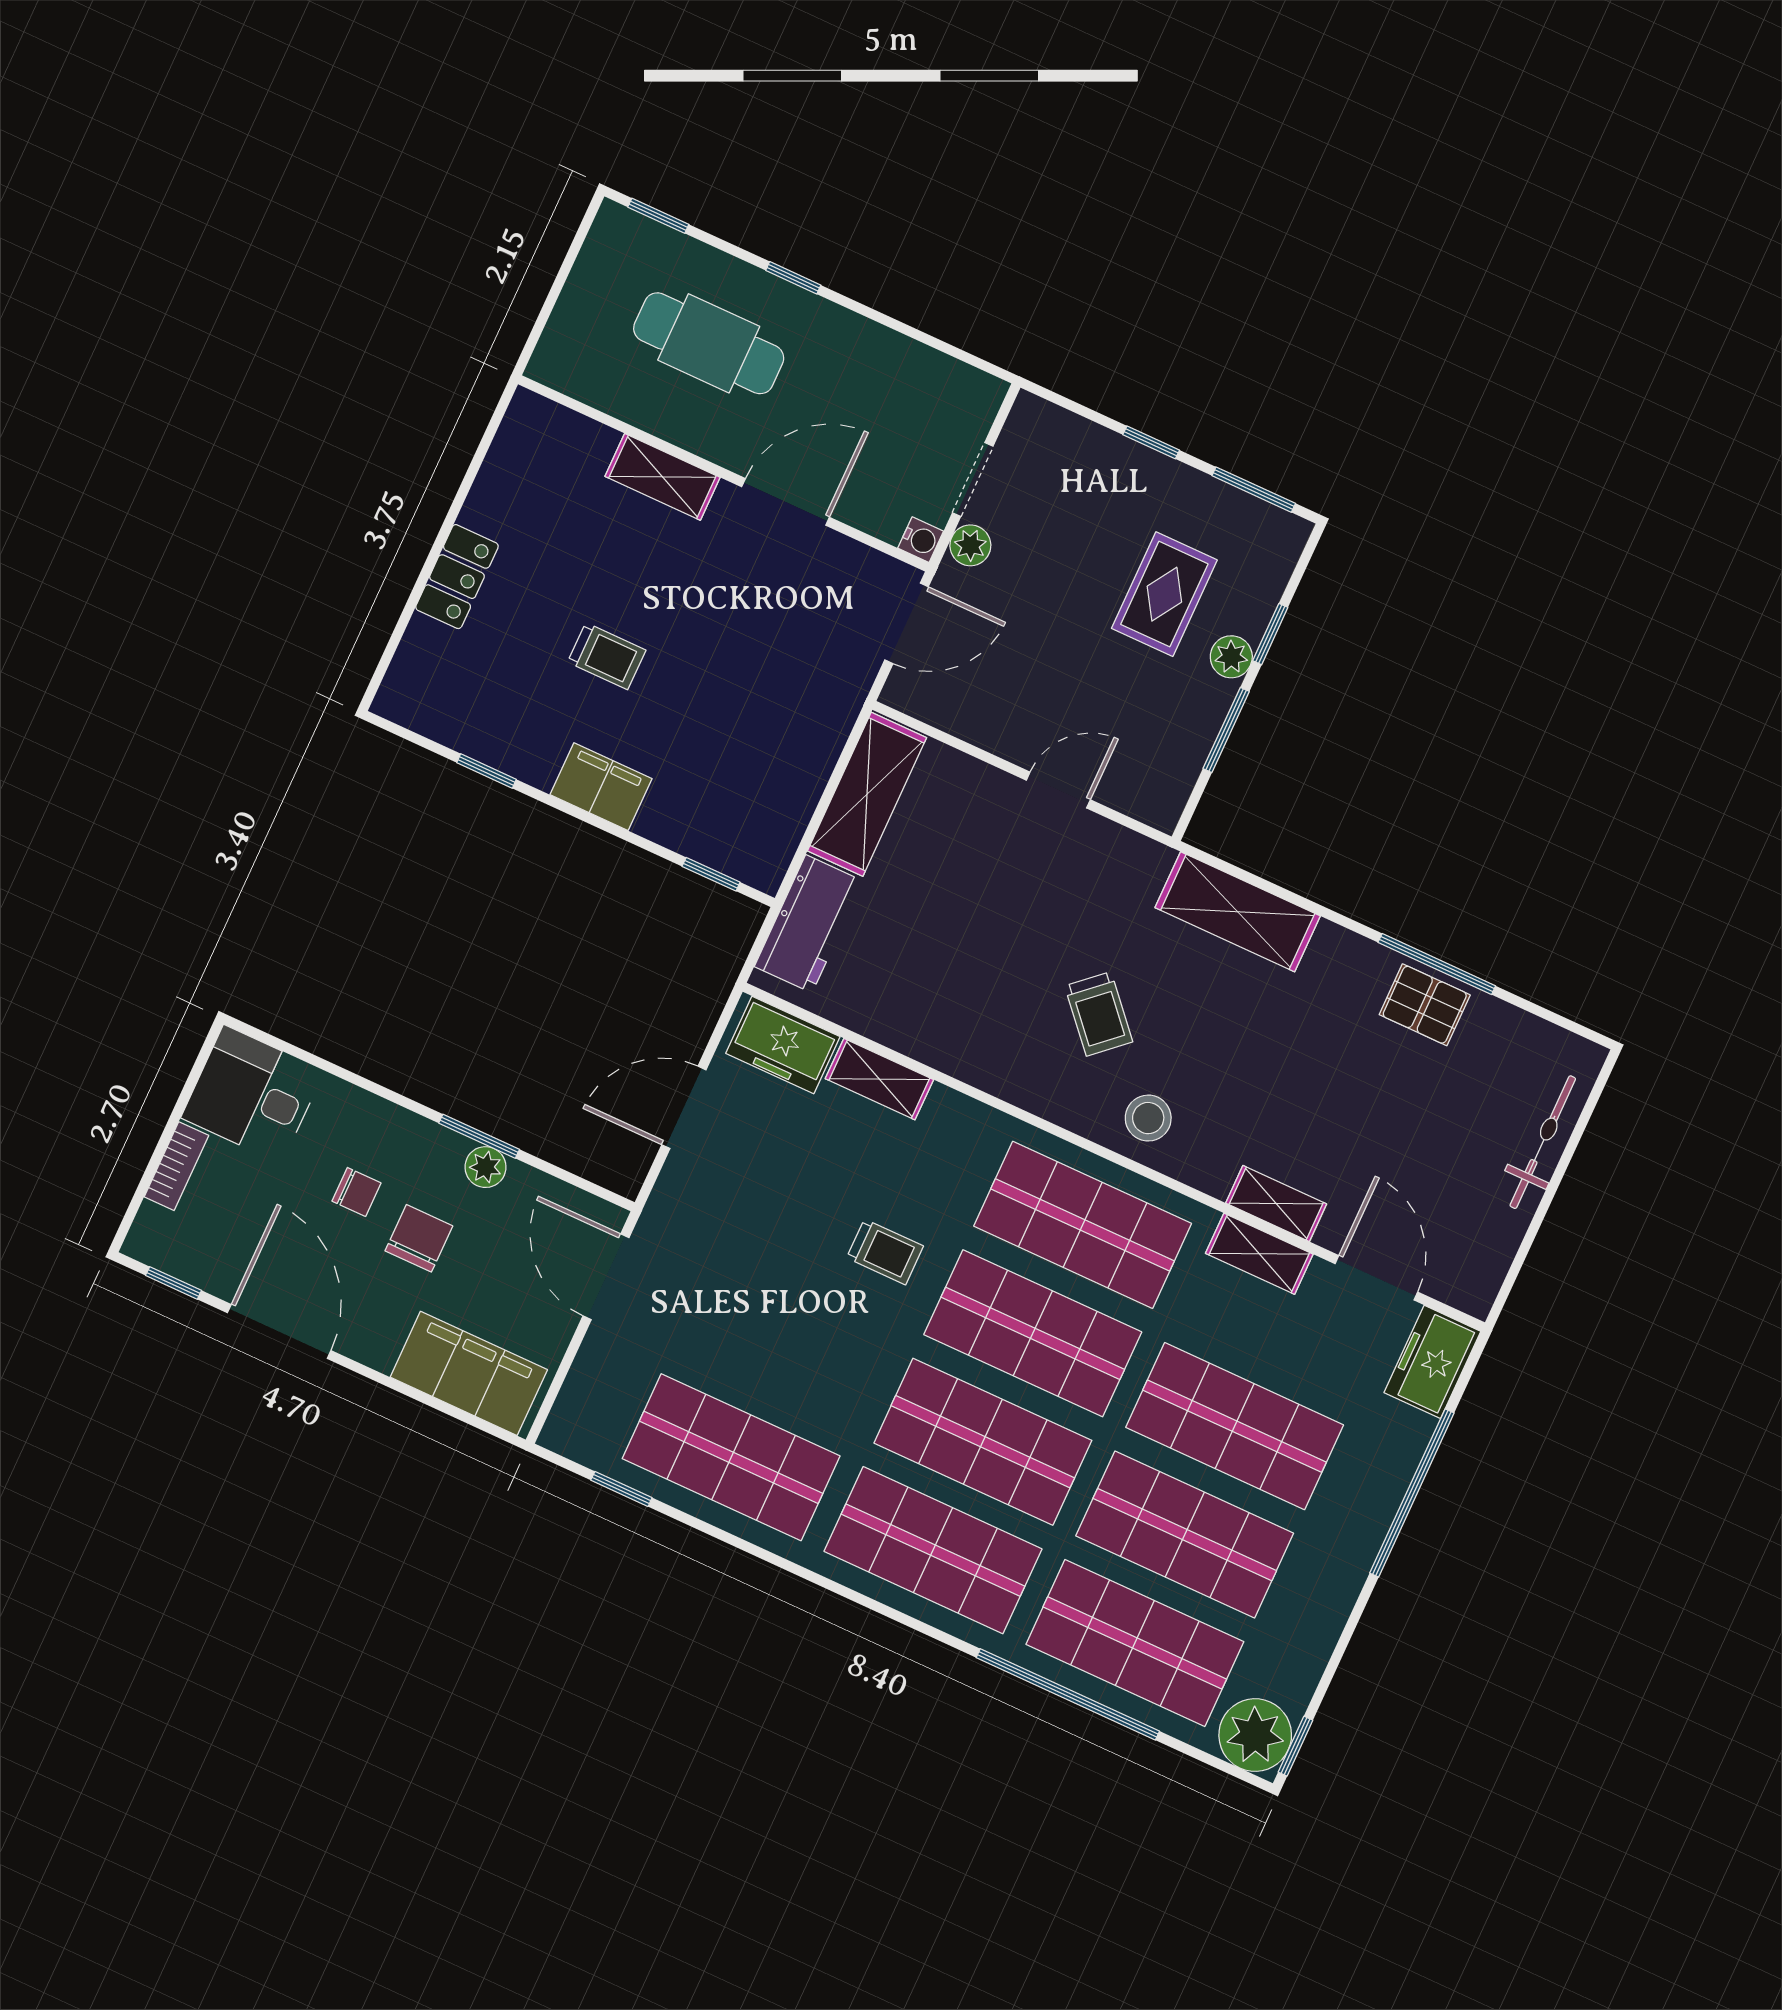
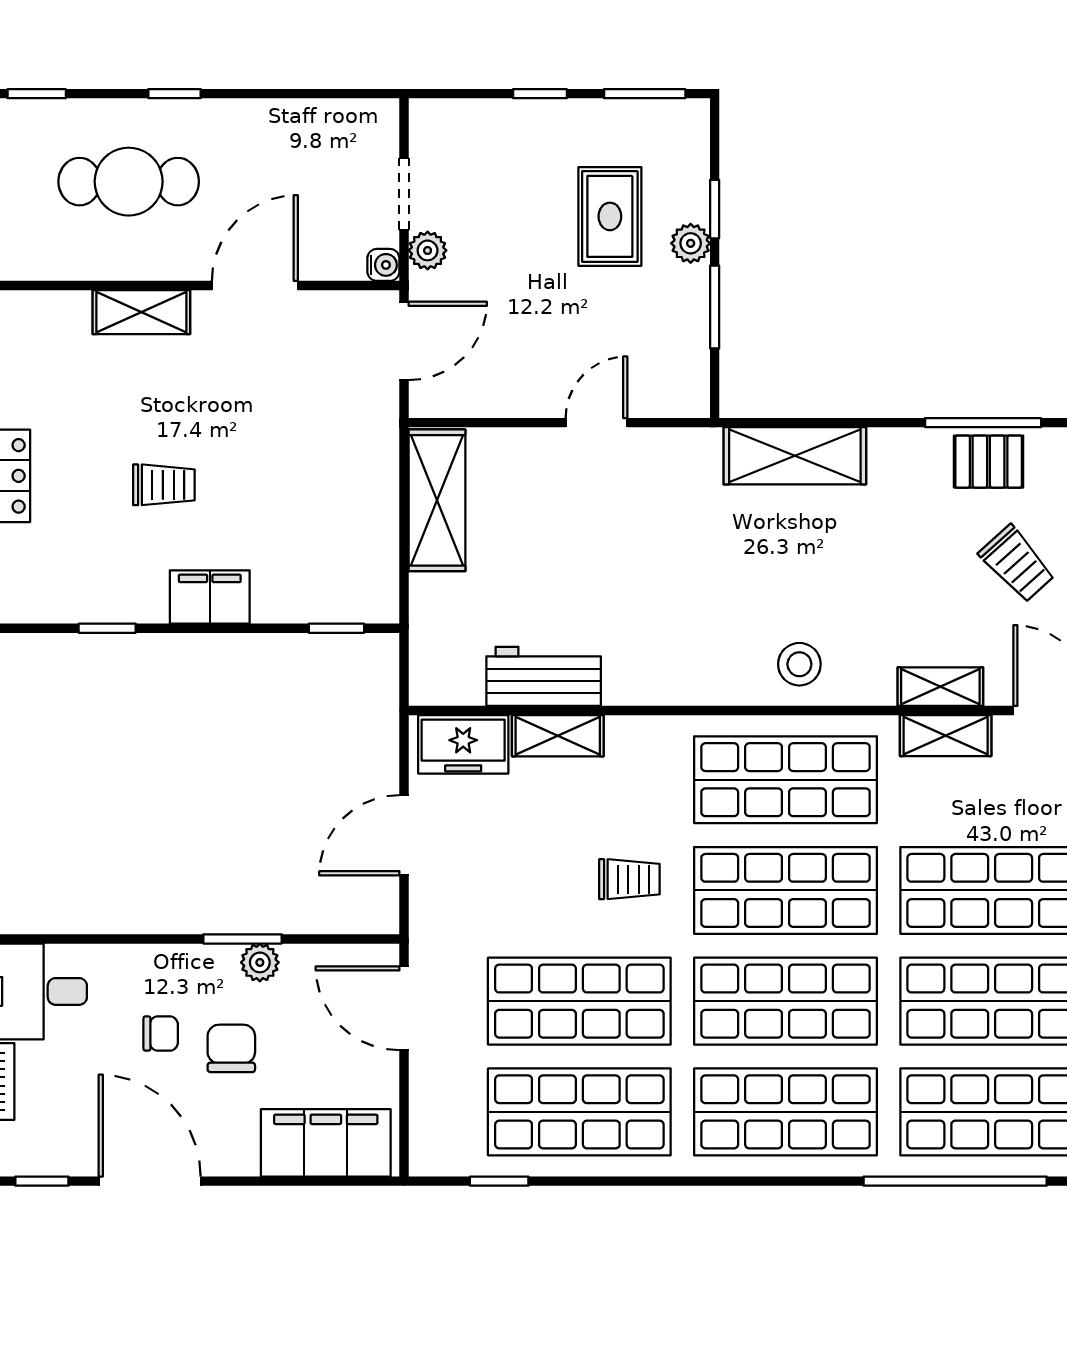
workbench: (809, 924) -> (544, 676), moved, turned -90
trolley: (1099, 1014) -> (1017, 564), moved
shop shelf: (781, 1349) -> (579, 1001), added

